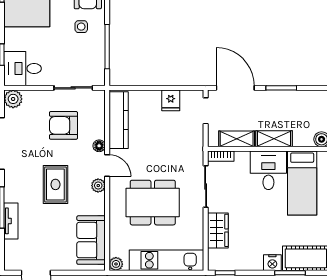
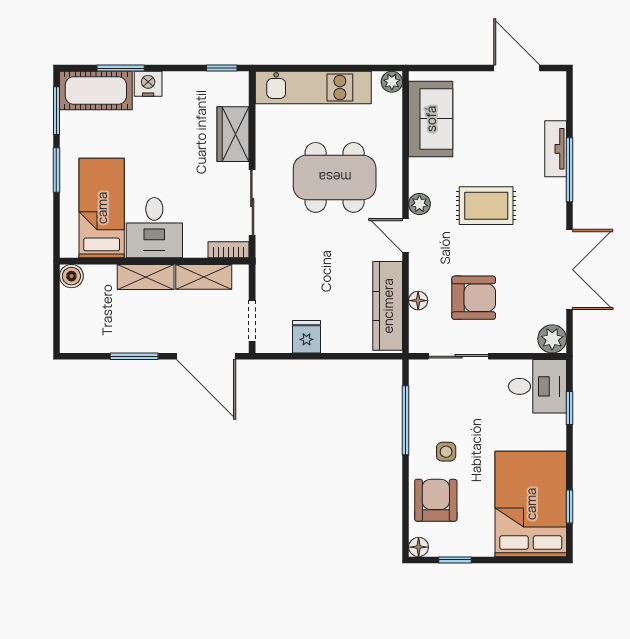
floor lamp: (99, 146) -> (418, 301), moved
rug: (55, 184) -> (486, 206), turned 90

